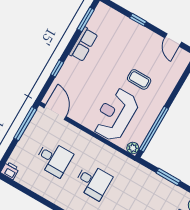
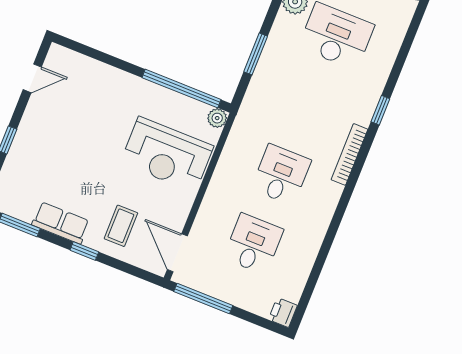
window: (57, 69) -> (84, 251), moved
coffee table: (139, 79) -> (121, 226), moved
door: (55, 112) -> (177, 253), hinge flipped

